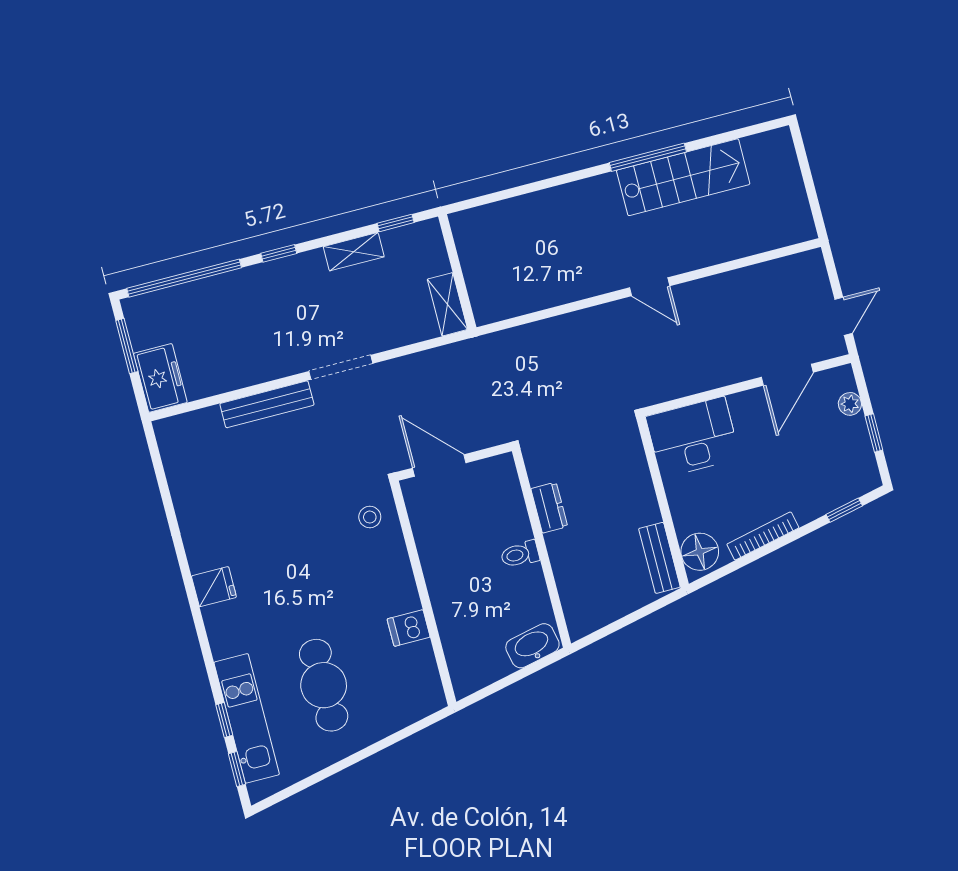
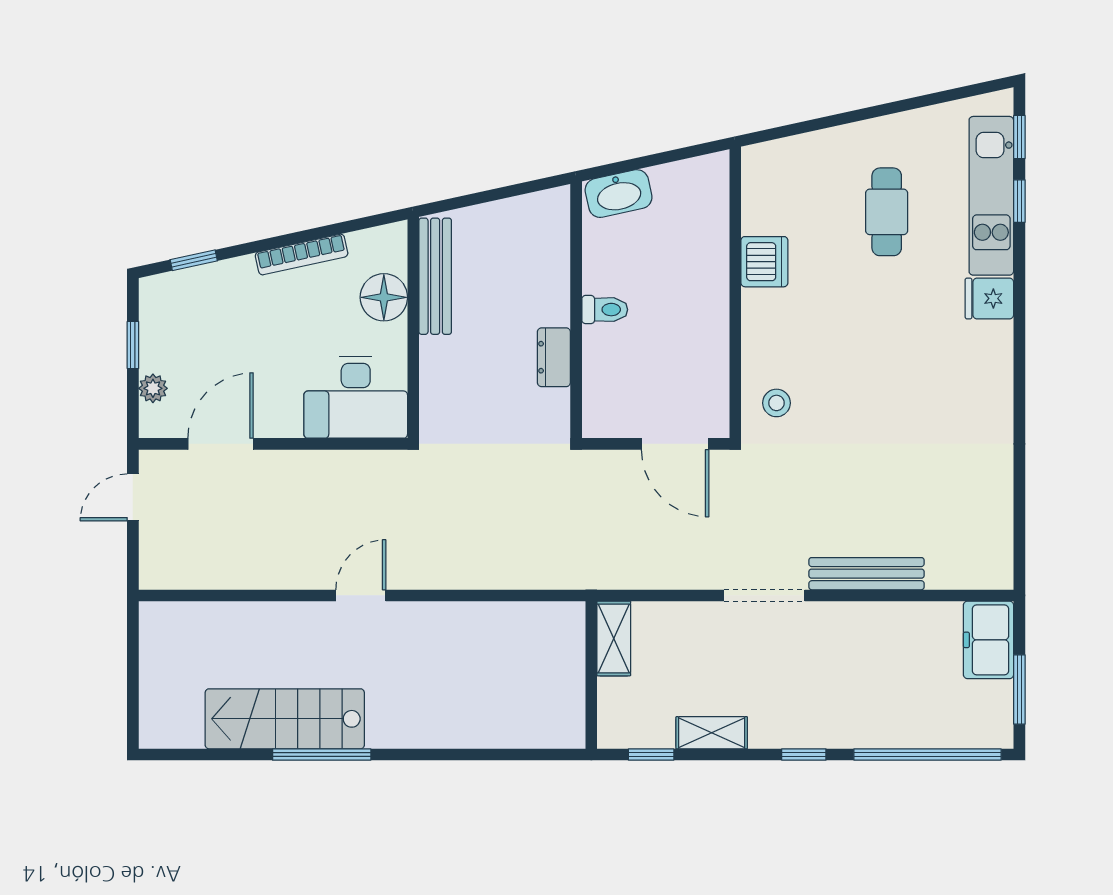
door: (650, 287) -> (361, 595), hinge flipped
floor lamp: (700, 552) -> (384, 297), moved
bench: (659, 558) -> (435, 276), width x1.36
fridge: (214, 587) -> (989, 298), moved
dishwasher: (409, 628) -> (764, 262), width x1.38
cafe table: (324, 685) -> (887, 212), width x0.73, depth x0.74

